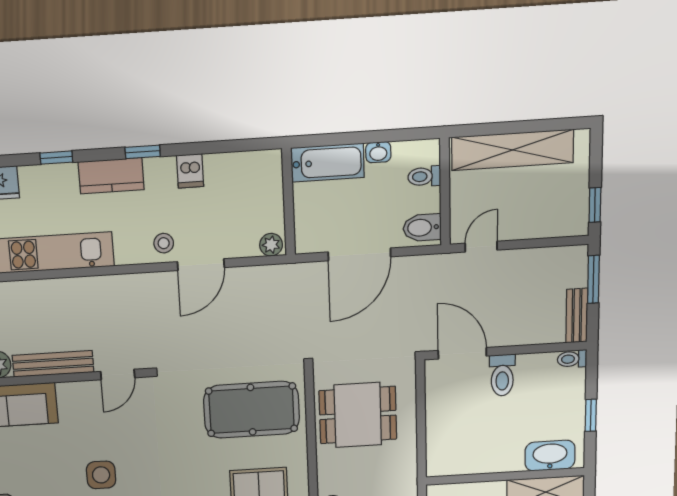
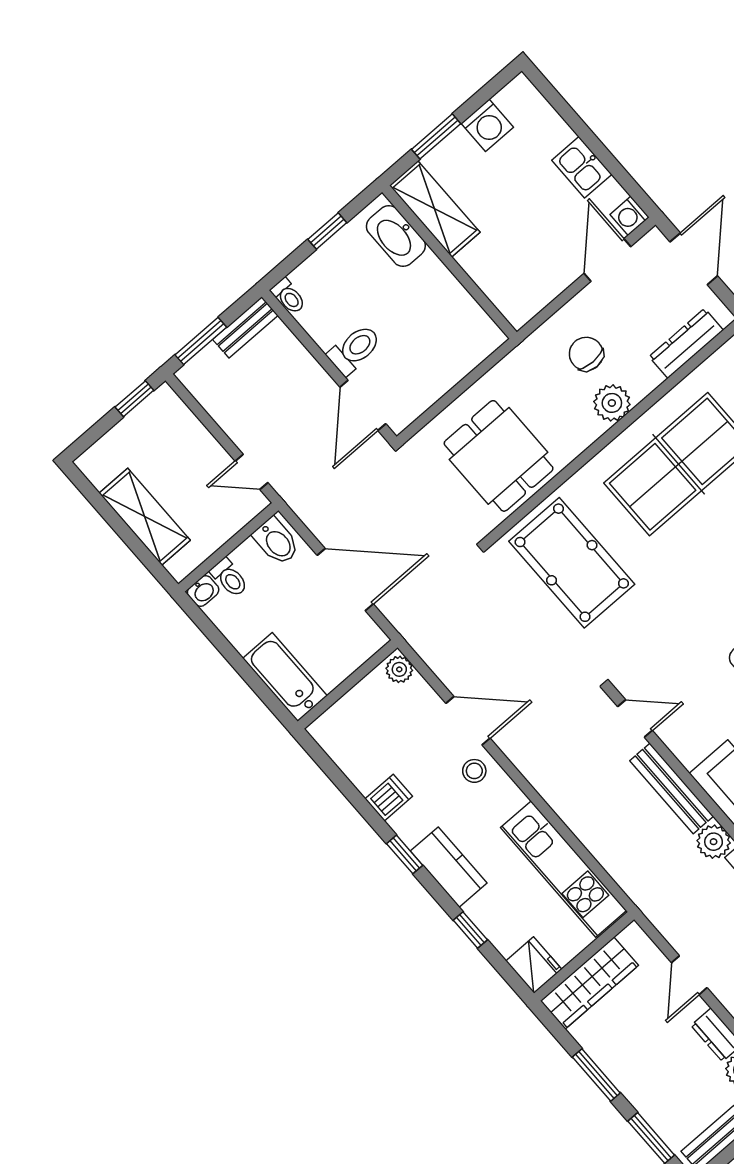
shelving: (513, 150) -> (145, 517), width x0.68
washbasin: (378, 152) -> (203, 591), moved, turned 90

